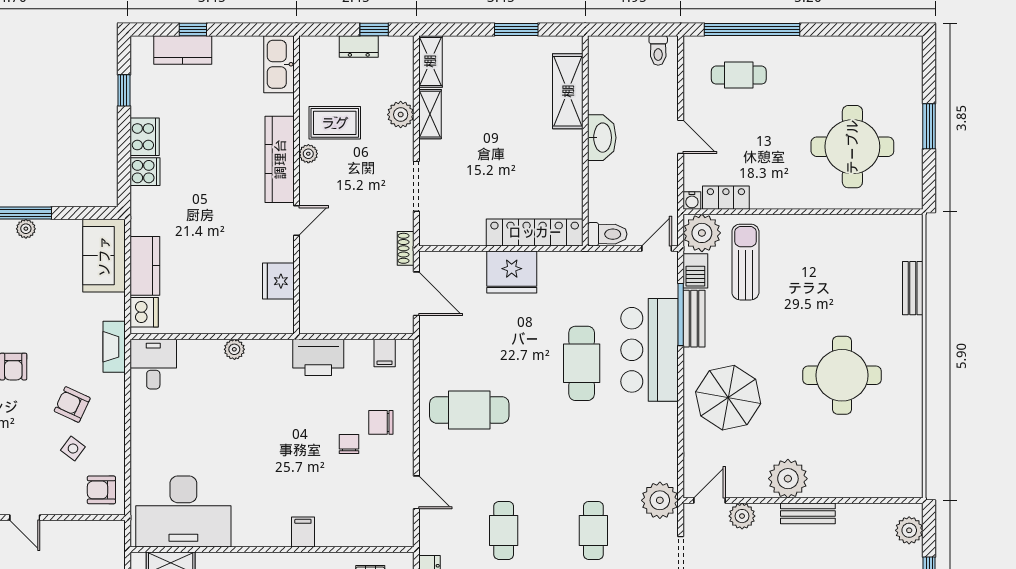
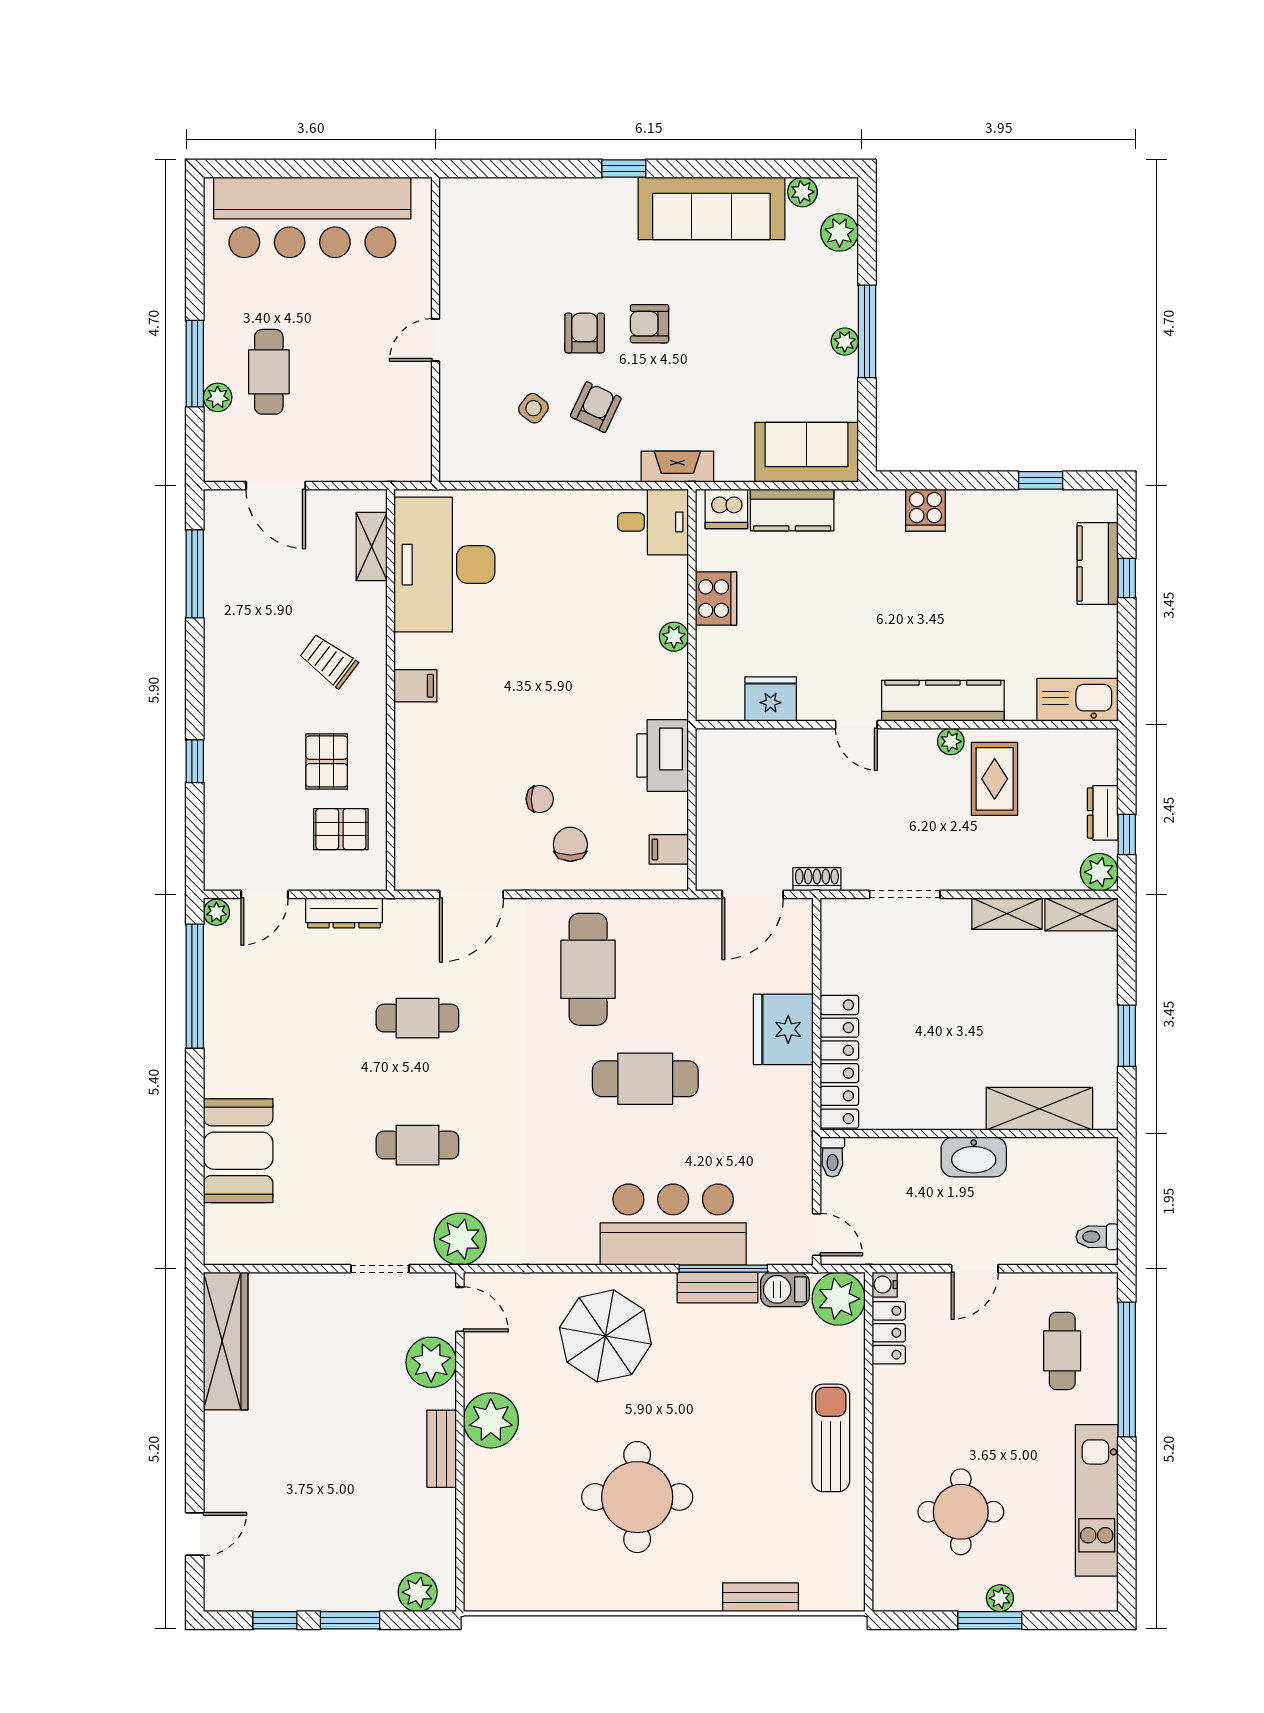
kitchen unit: (844, 51) -> (1097, 1500), added
plant: (401, 115) -> (1099, 872), moved
plant: (913, 119) -> (1000, 1598), added
cooker: (145, 137) -> (716, 599), moved, turned -90
round table: (852, 147) -> (961, 1512), width x0.73, depth x0.73
toilet: (607, 234) -> (832, 1157), width x0.73, depth x0.72
sun lounger: (745, 262) -> (831, 1438), moved, turned -90
cafe table: (582, 363) -> (645, 1079), moved
armchair: (101, 490) -> (585, 333), moved
door: (416, 492) -> (471, 894), width x1.37
plant: (742, 516) -> (431, 1362), width x1.36, depth x1.36
filing cabinet: (303, 532) -> (415, 686), moved

